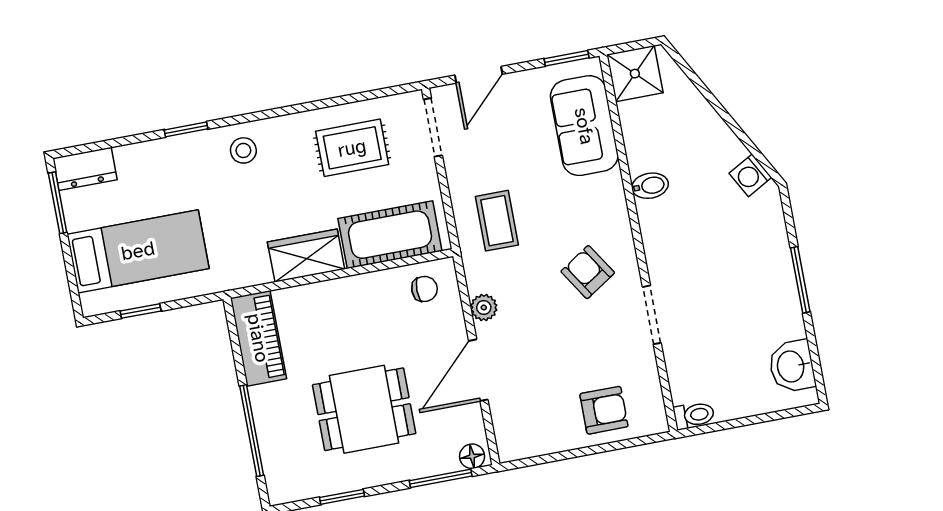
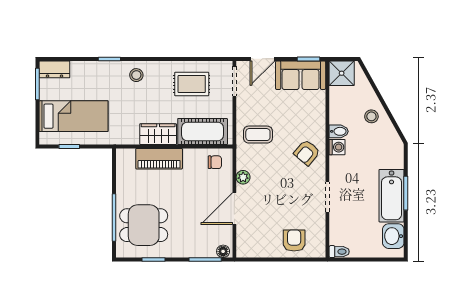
sofa: (584, 126) -> (301, 75), moved, turned -90
stool: (707, 145) -> (371, 116), added
washing machine: (750, 175) -> (337, 147), moved, turned -151
coffee table: (497, 221) -> (258, 135), turned 90
armchair: (588, 272) -> (307, 153), moved, turned -107
bathtub: (774, 290) -> (392, 196), added
piano: (258, 338) -> (159, 159), moved, turned 90
dining table: (364, 409) -> (144, 225), moved
armchair: (604, 410) -> (294, 241), turned -90

